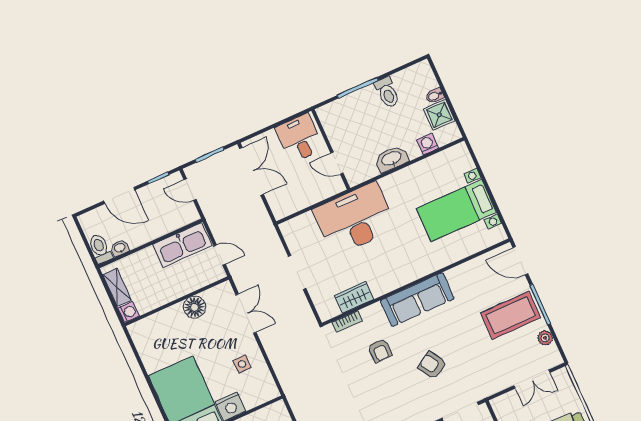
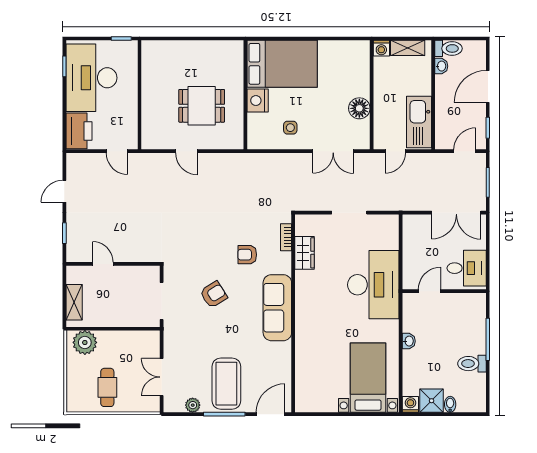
washing machine: (427, 144) -> (410, 404), moved, turned -90
washbasin: (392, 159) -> (409, 341), width x0.52, depth x0.69
bed with nightstands: (456, 211) -> (368, 378), moved

